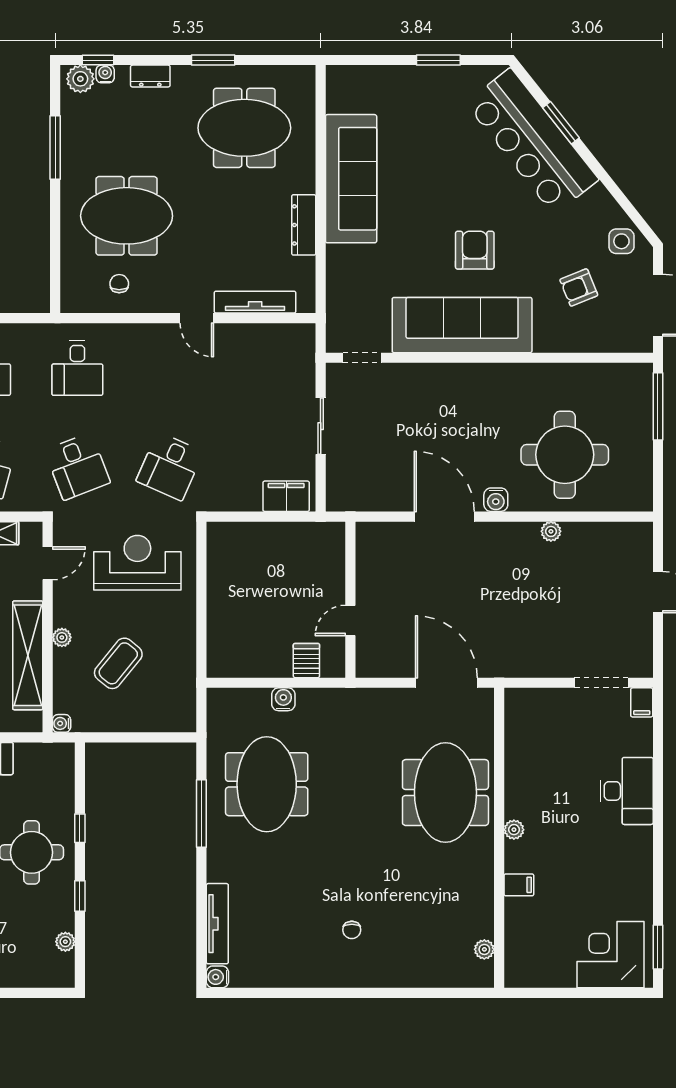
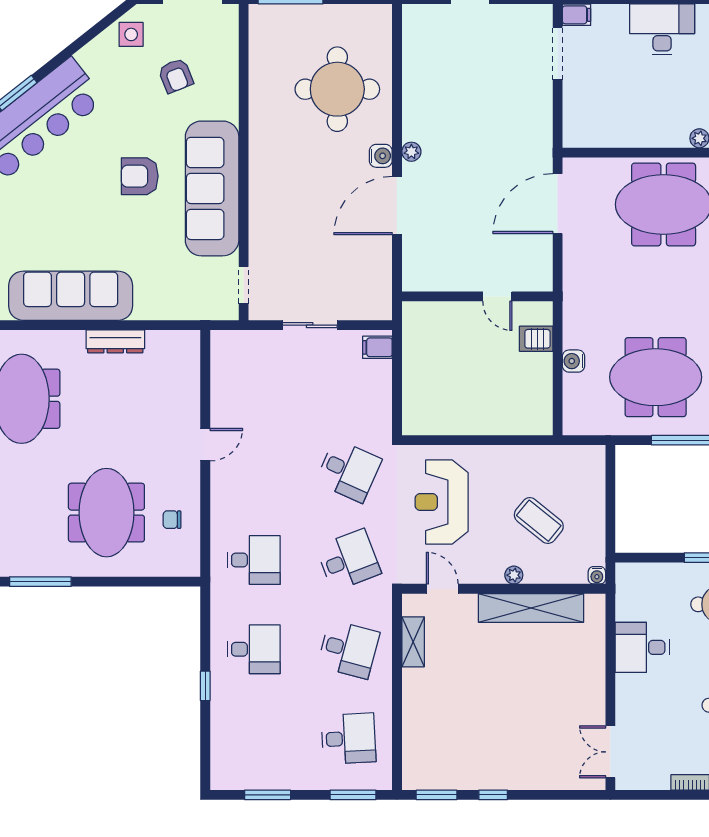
tv unit: (255, 302) -> (190, 388), removed
filing cabinet: (286, 496) -> (377, 347), width x0.50
plant: (551, 531) -> (411, 152), moved

